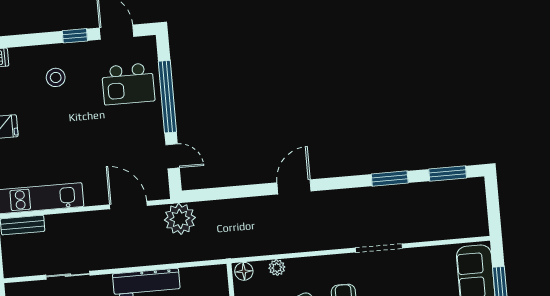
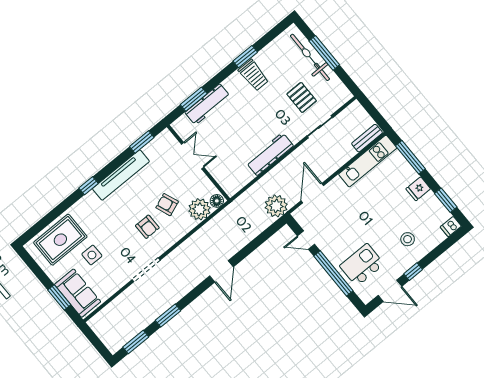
door: (128, 205) -> (312, 193), swing flipped
plant: (277, 268) -> (199, 209), width x1.88, depth x1.88

